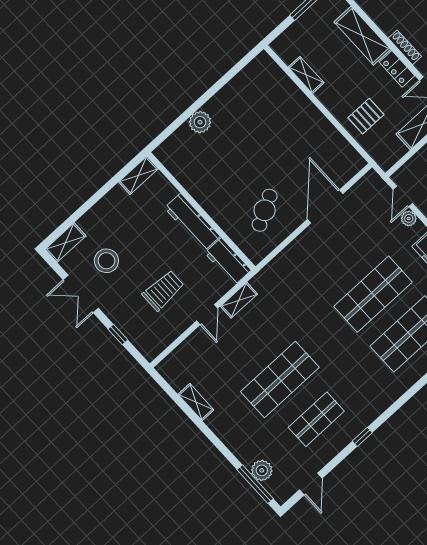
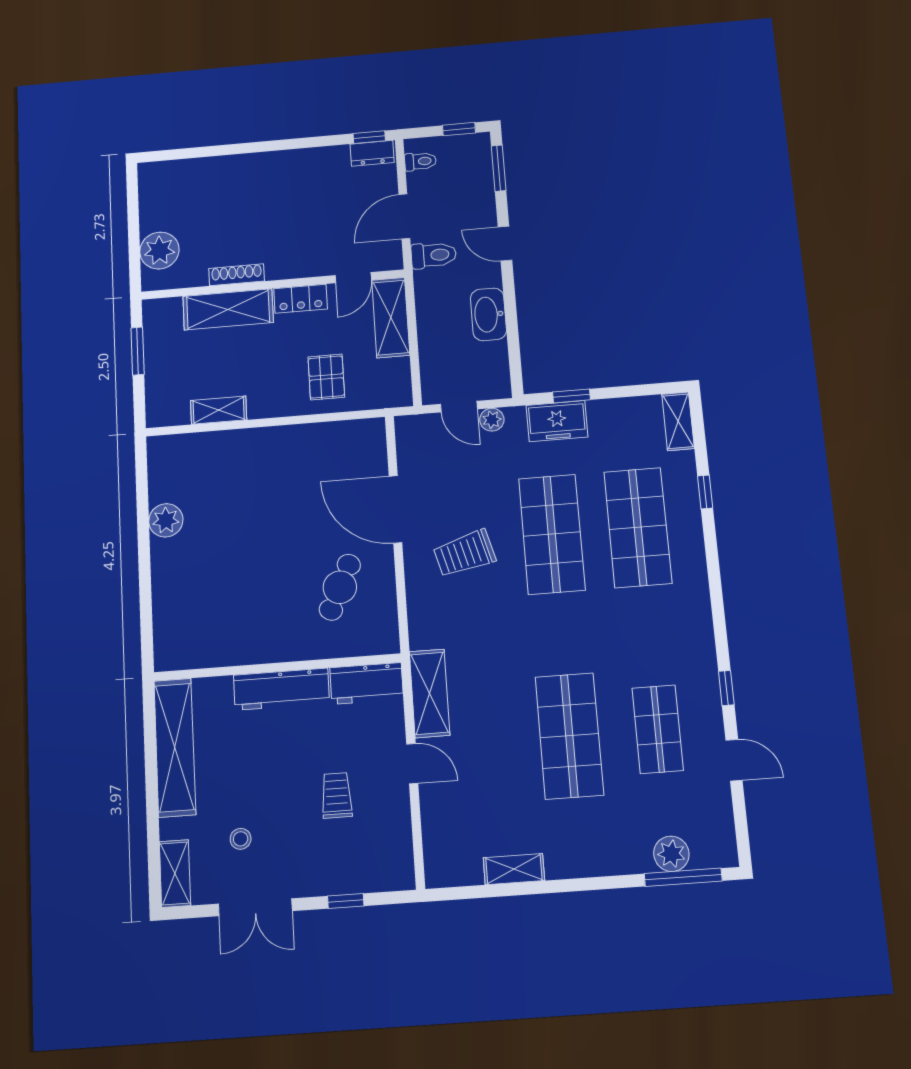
shoe rack: (405, 47) -> (237, 275), moved
plant: (200, 122) -> (166, 520), moved
shelving: (139, 175) -> (175, 747), width x2.20, depth x1.33
cafe table: (265, 210) -> (340, 587), turned 53
trolley: (330, 259) -> (465, 553), added
stool: (106, 261) -> (241, 839), width x0.53, depth x0.53
trolley: (163, 290) -> (337, 795), width x0.73, depth x0.72
shelving: (239, 300) -> (430, 693), width x1.50, depth x1.33
door: (311, 484) -> (734, 760), moved

